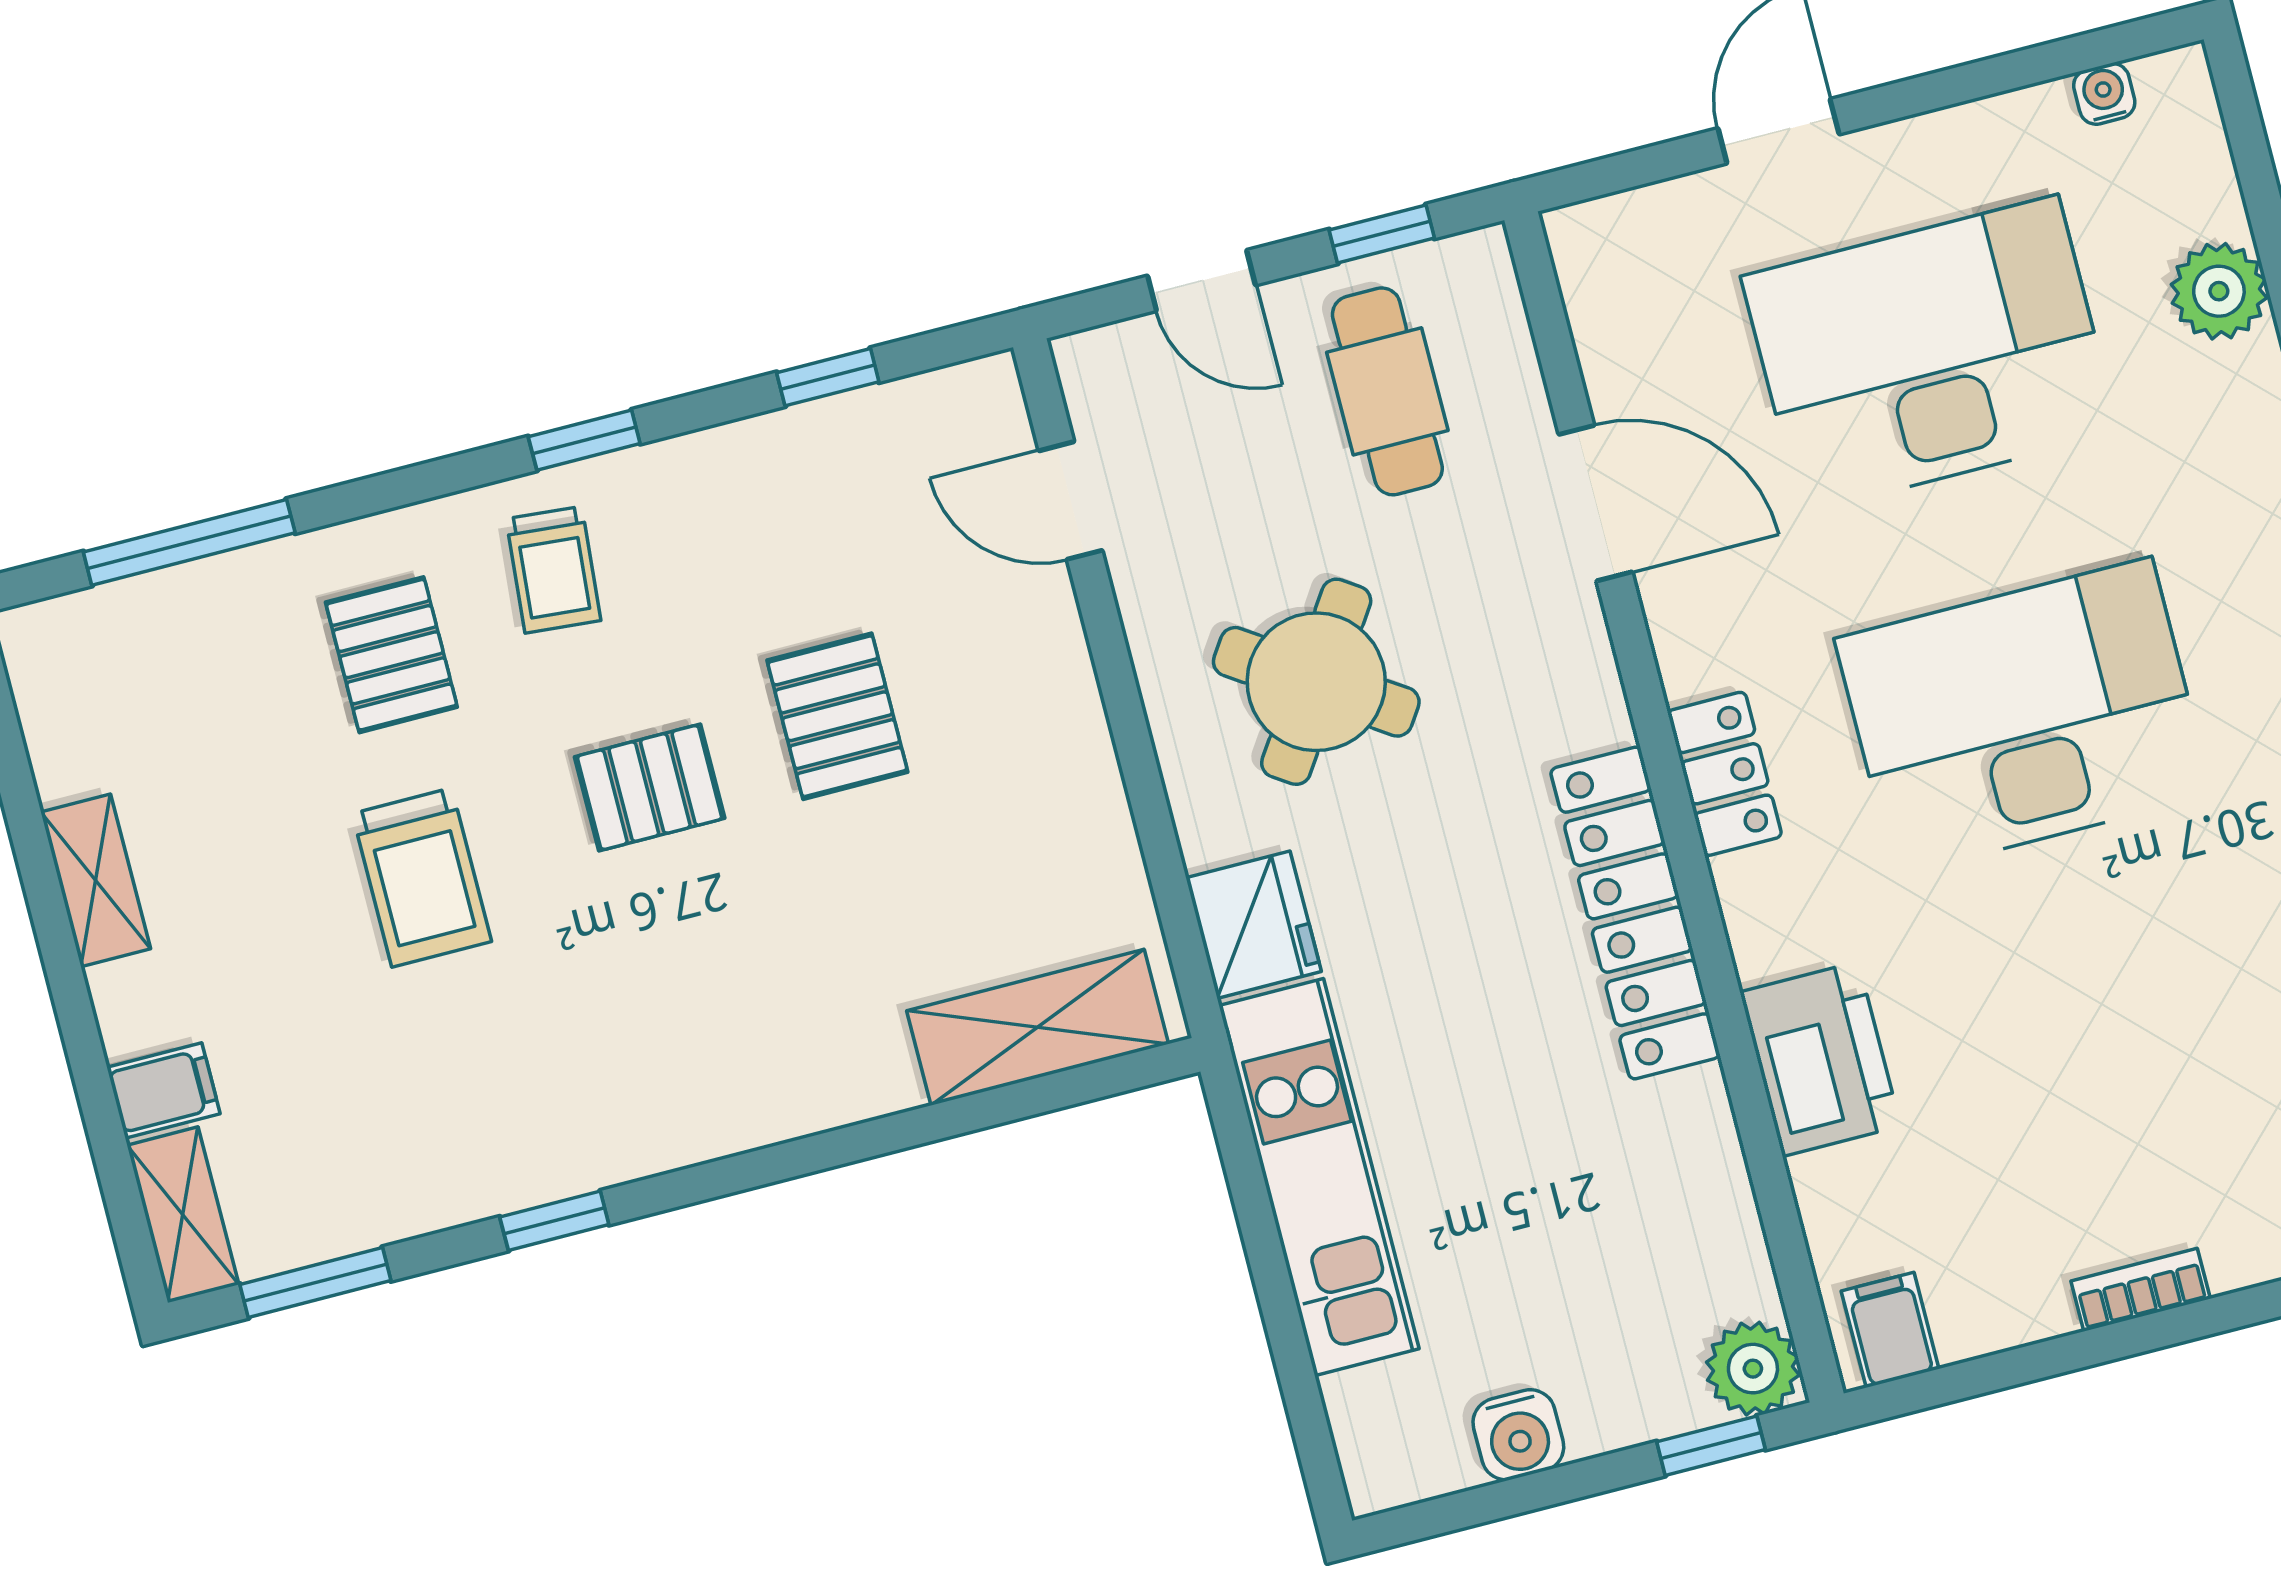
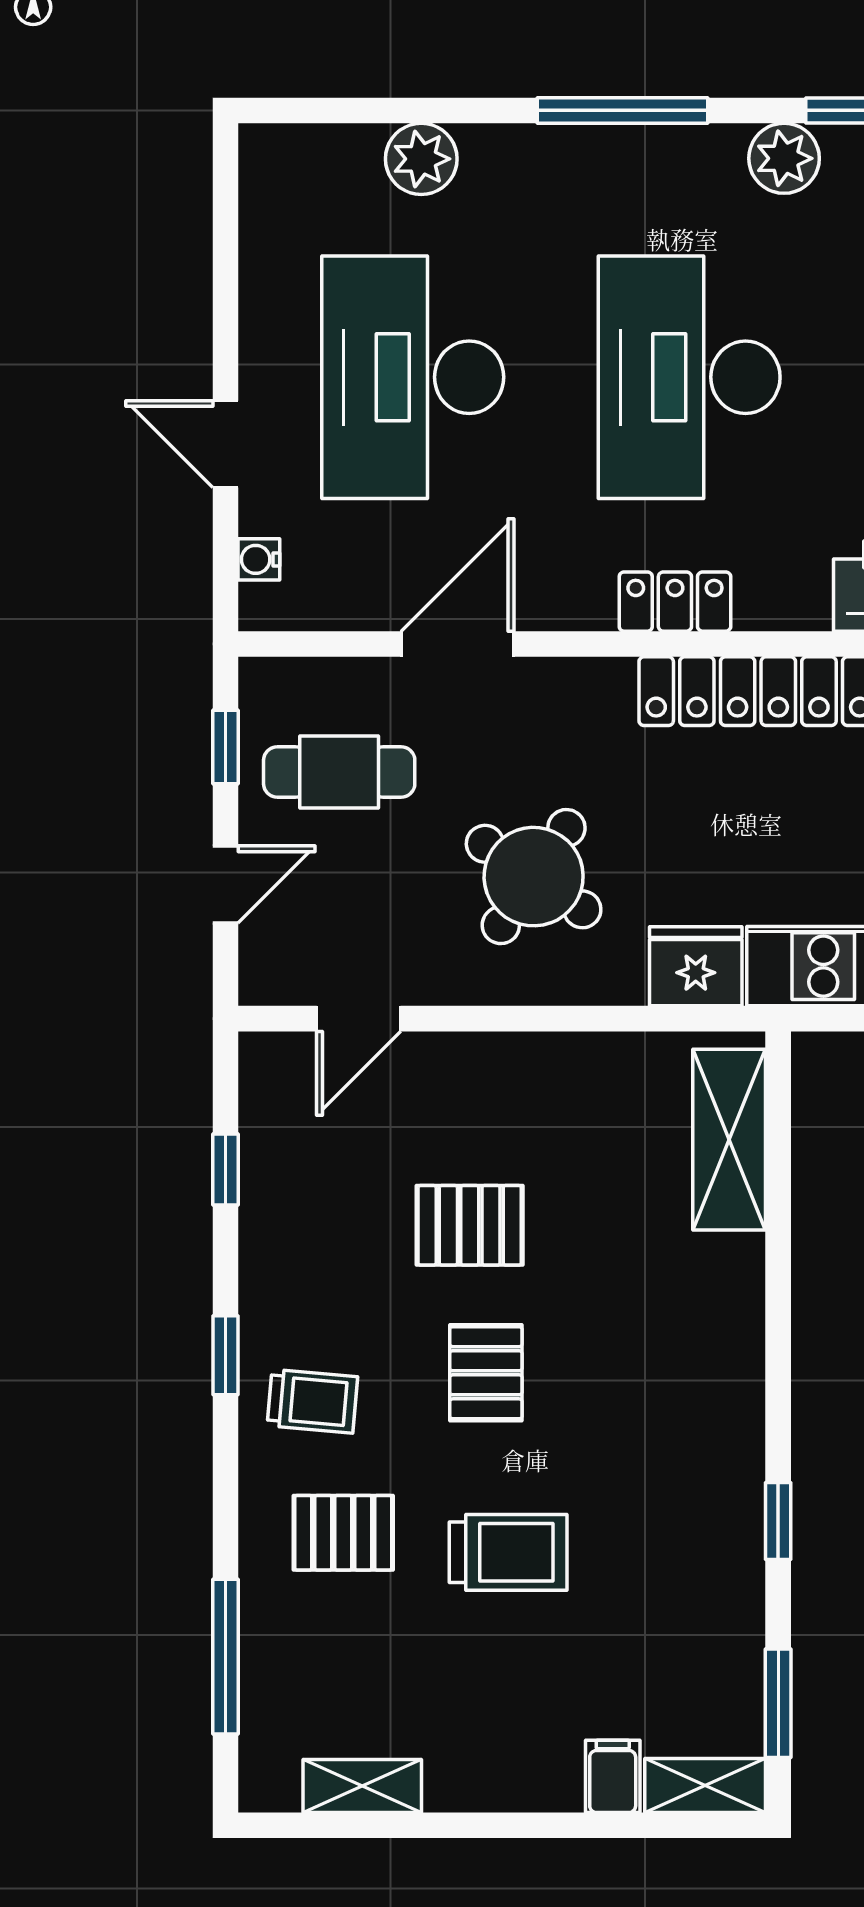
water cooler: (2104, 94) -> (259, 559), moved
shelving: (96, 880) -> (362, 1786), moved

